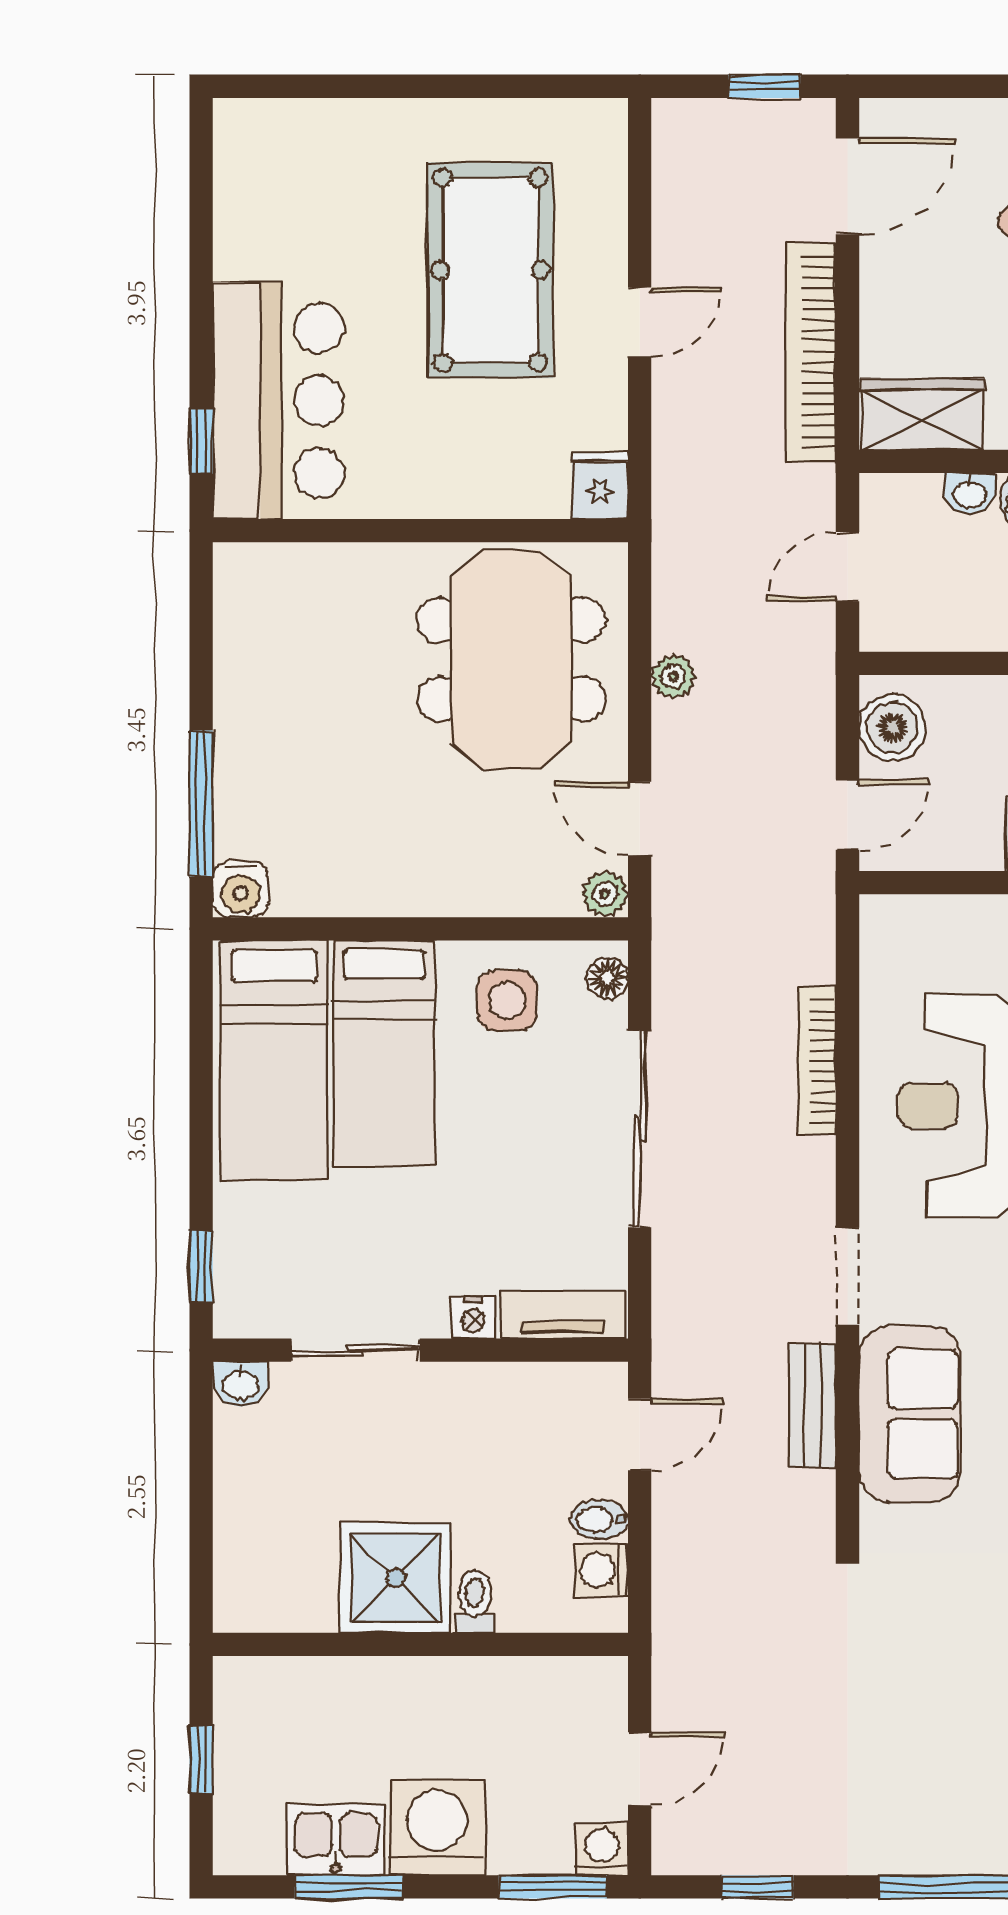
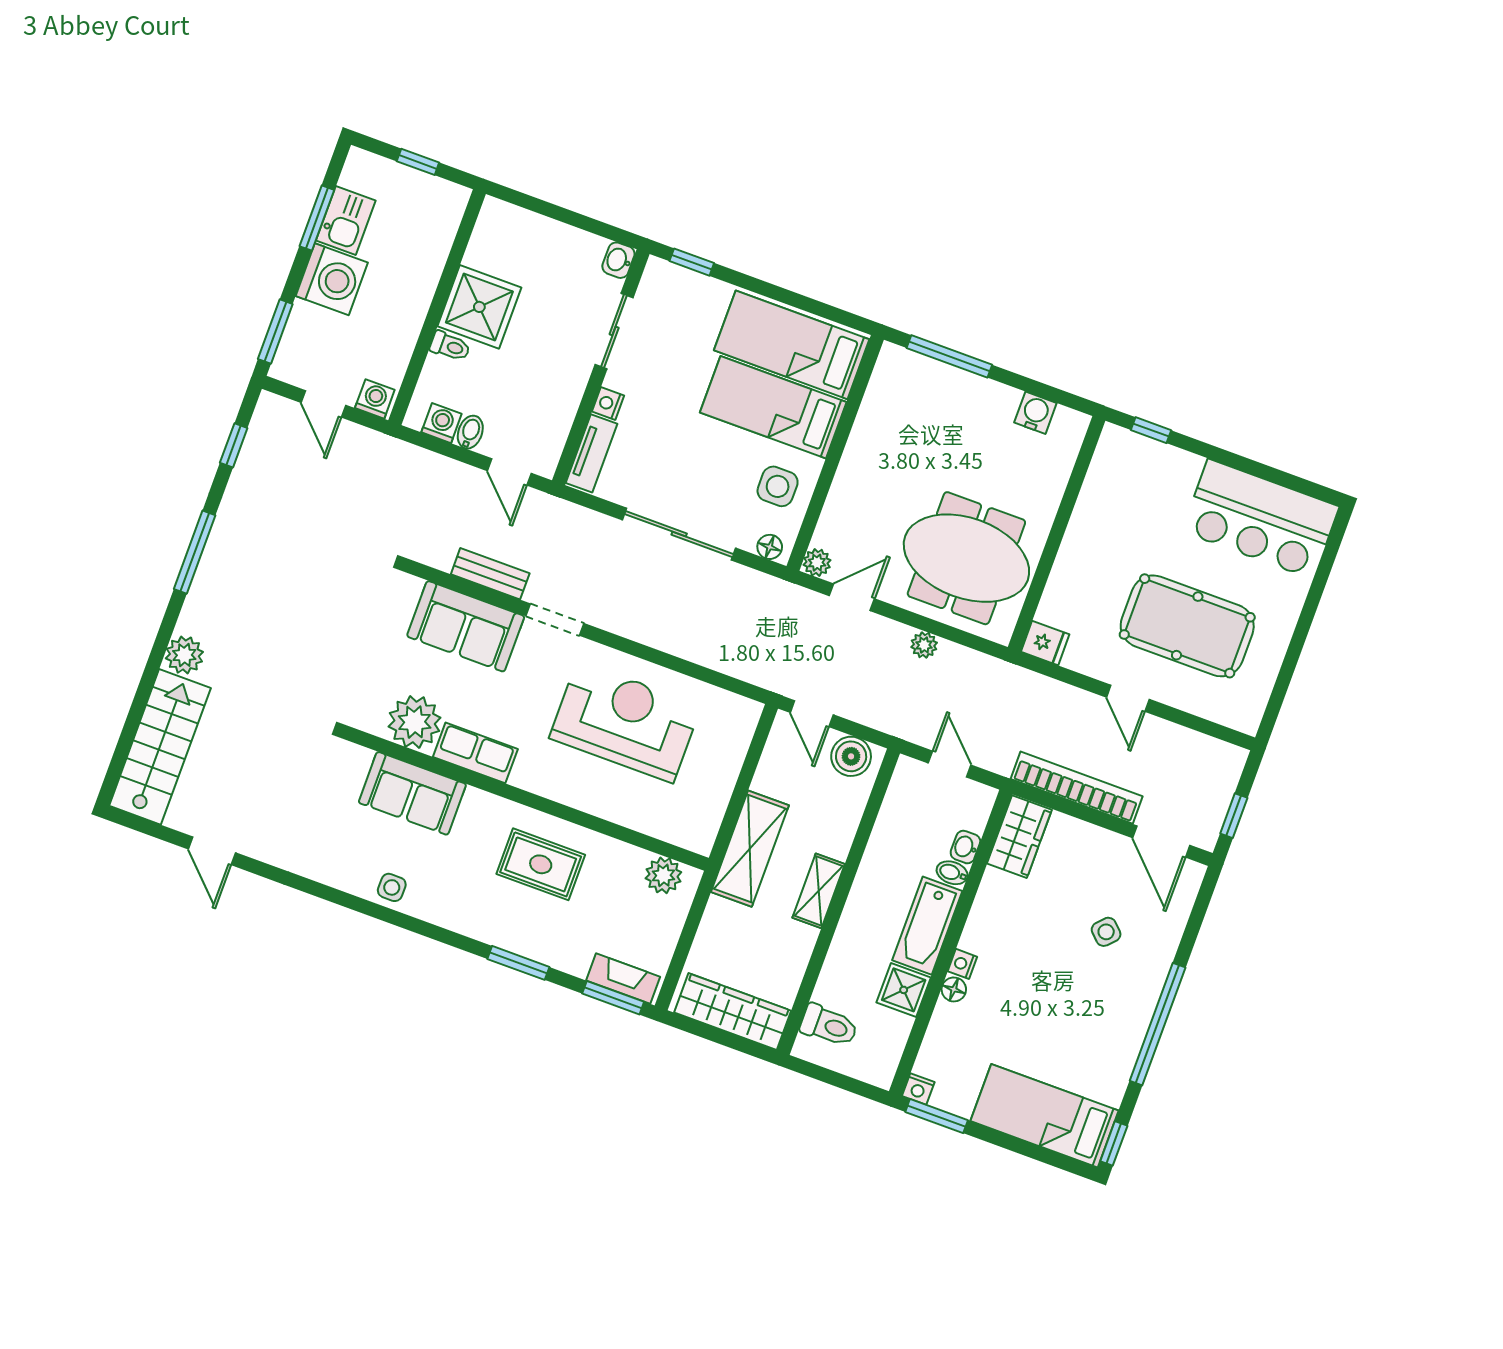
bar counter: (278, 401) -> (1260, 519), moved
water cooler: (241, 889) -> (1035, 413), moved, turned 90
bookcase: (817, 1061) -> (681, 647), removed
washing machine: (602, 1849) -> (375, 399), moved, turned -90

